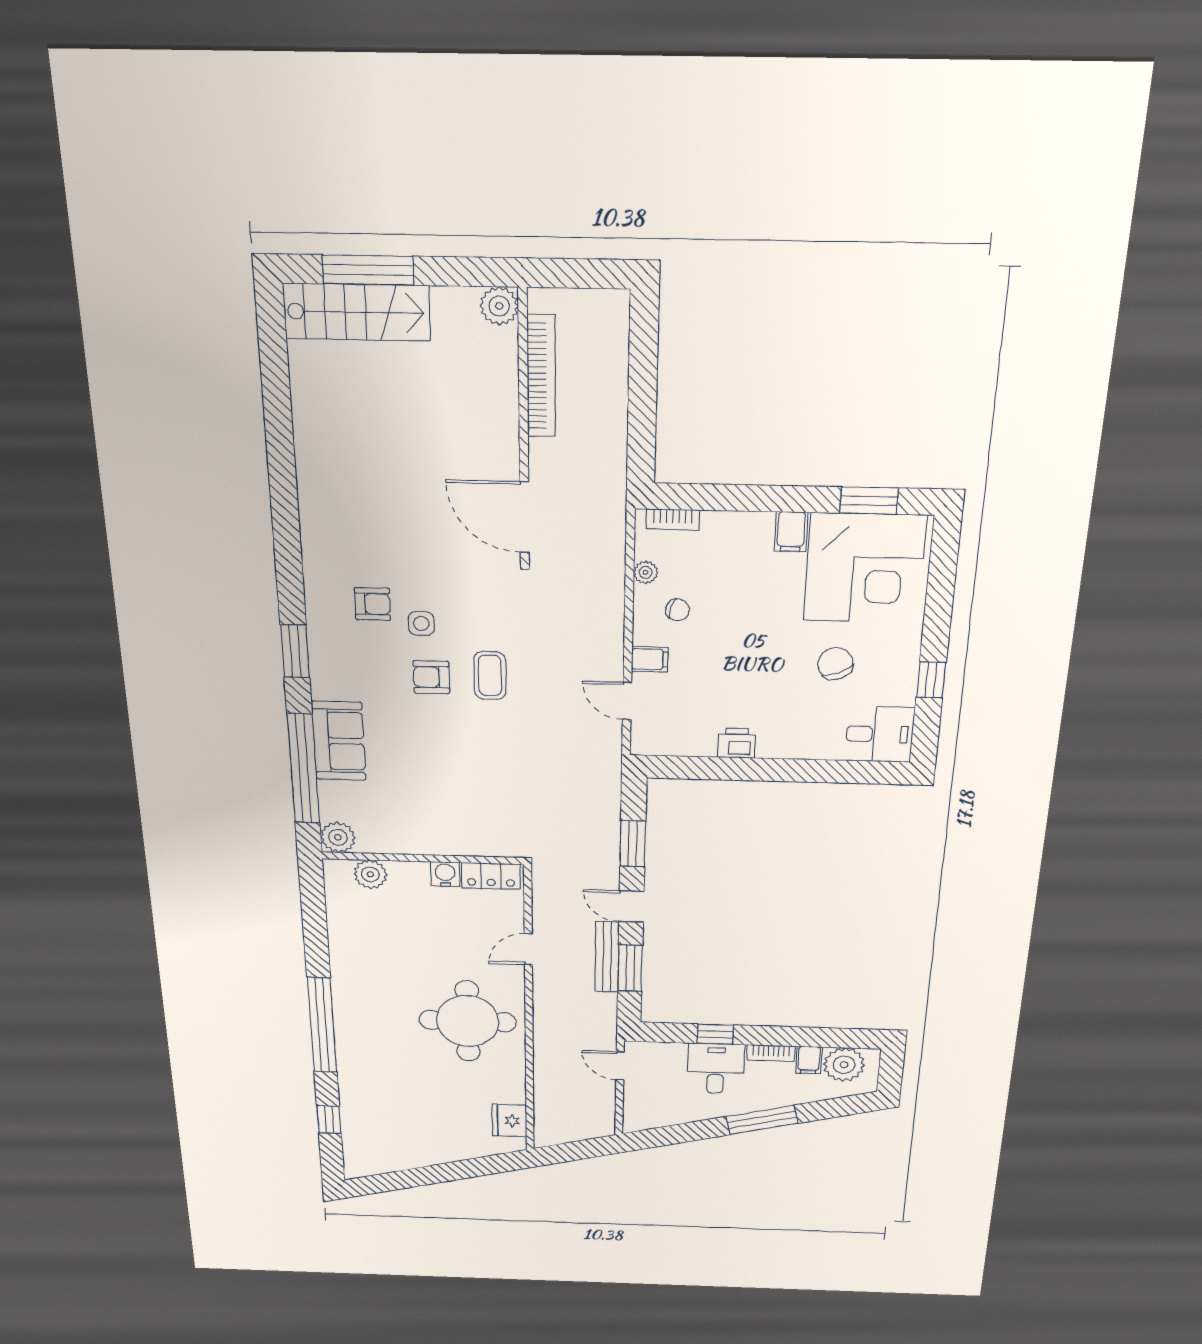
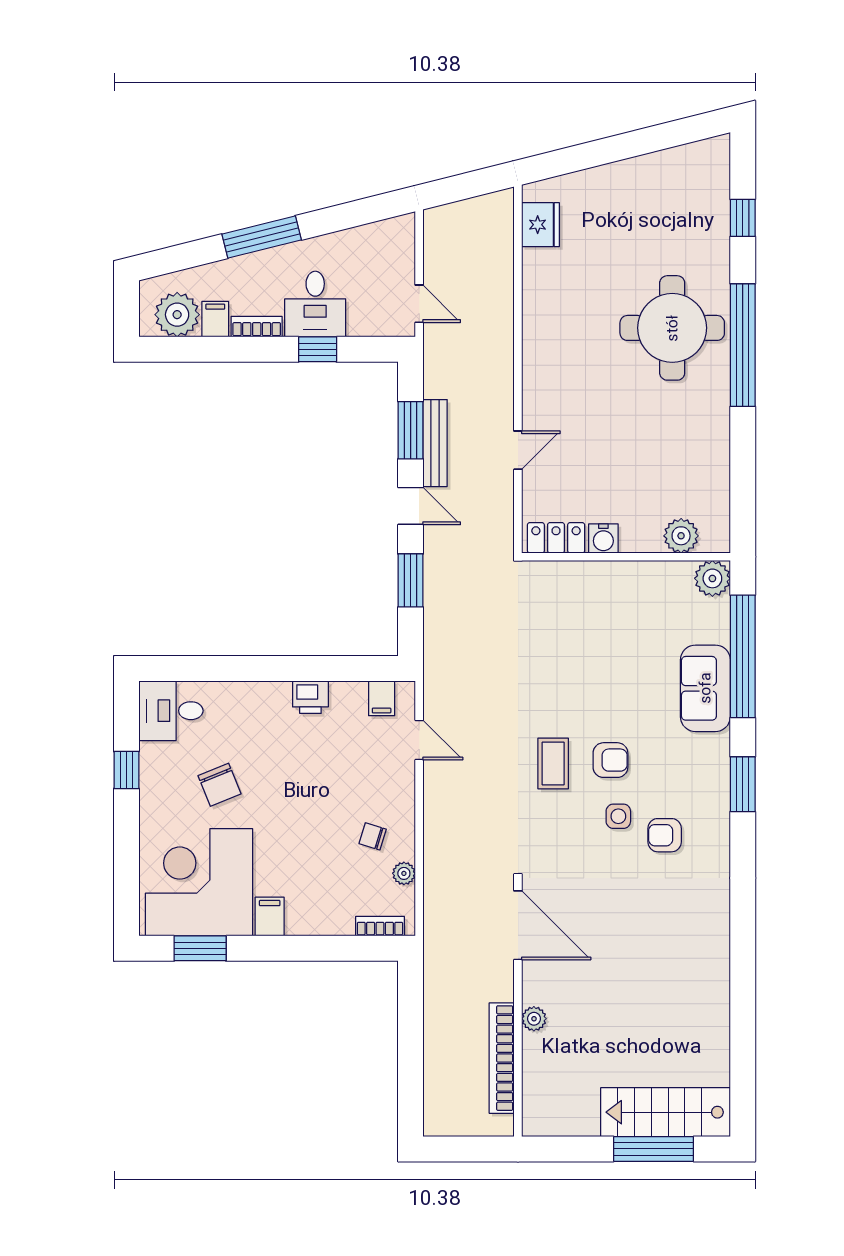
plant: (499, 306) -> (534, 1019), moved, width x0.73, depth x0.73
filing cabinet: (650, 659) -> (382, 698), moved, turned -90
round table: (468, 1021) -> (672, 328), moved

